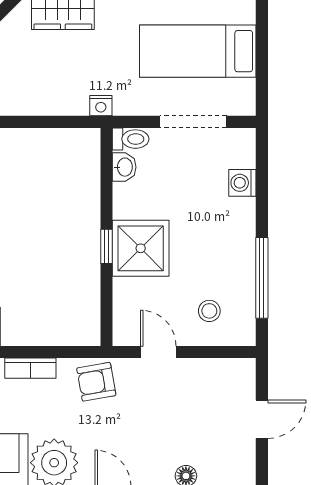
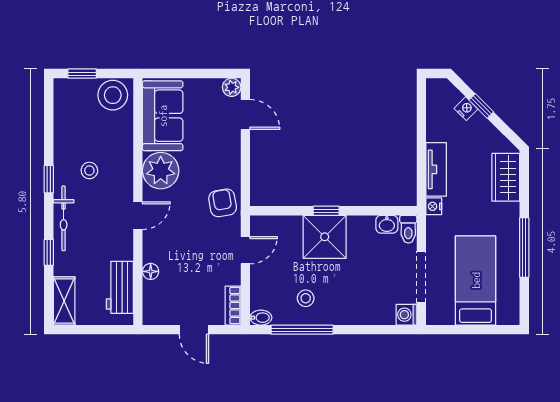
tv unit: (52, 103) -> (436, 169), added
washing machine: (242, 183) -> (406, 315), moved, turned -90
stool: (209, 311) -> (306, 298), moved
bidet: (246, 332) -> (261, 318), added
bookcase: (30, 368) -> (233, 306), moved

